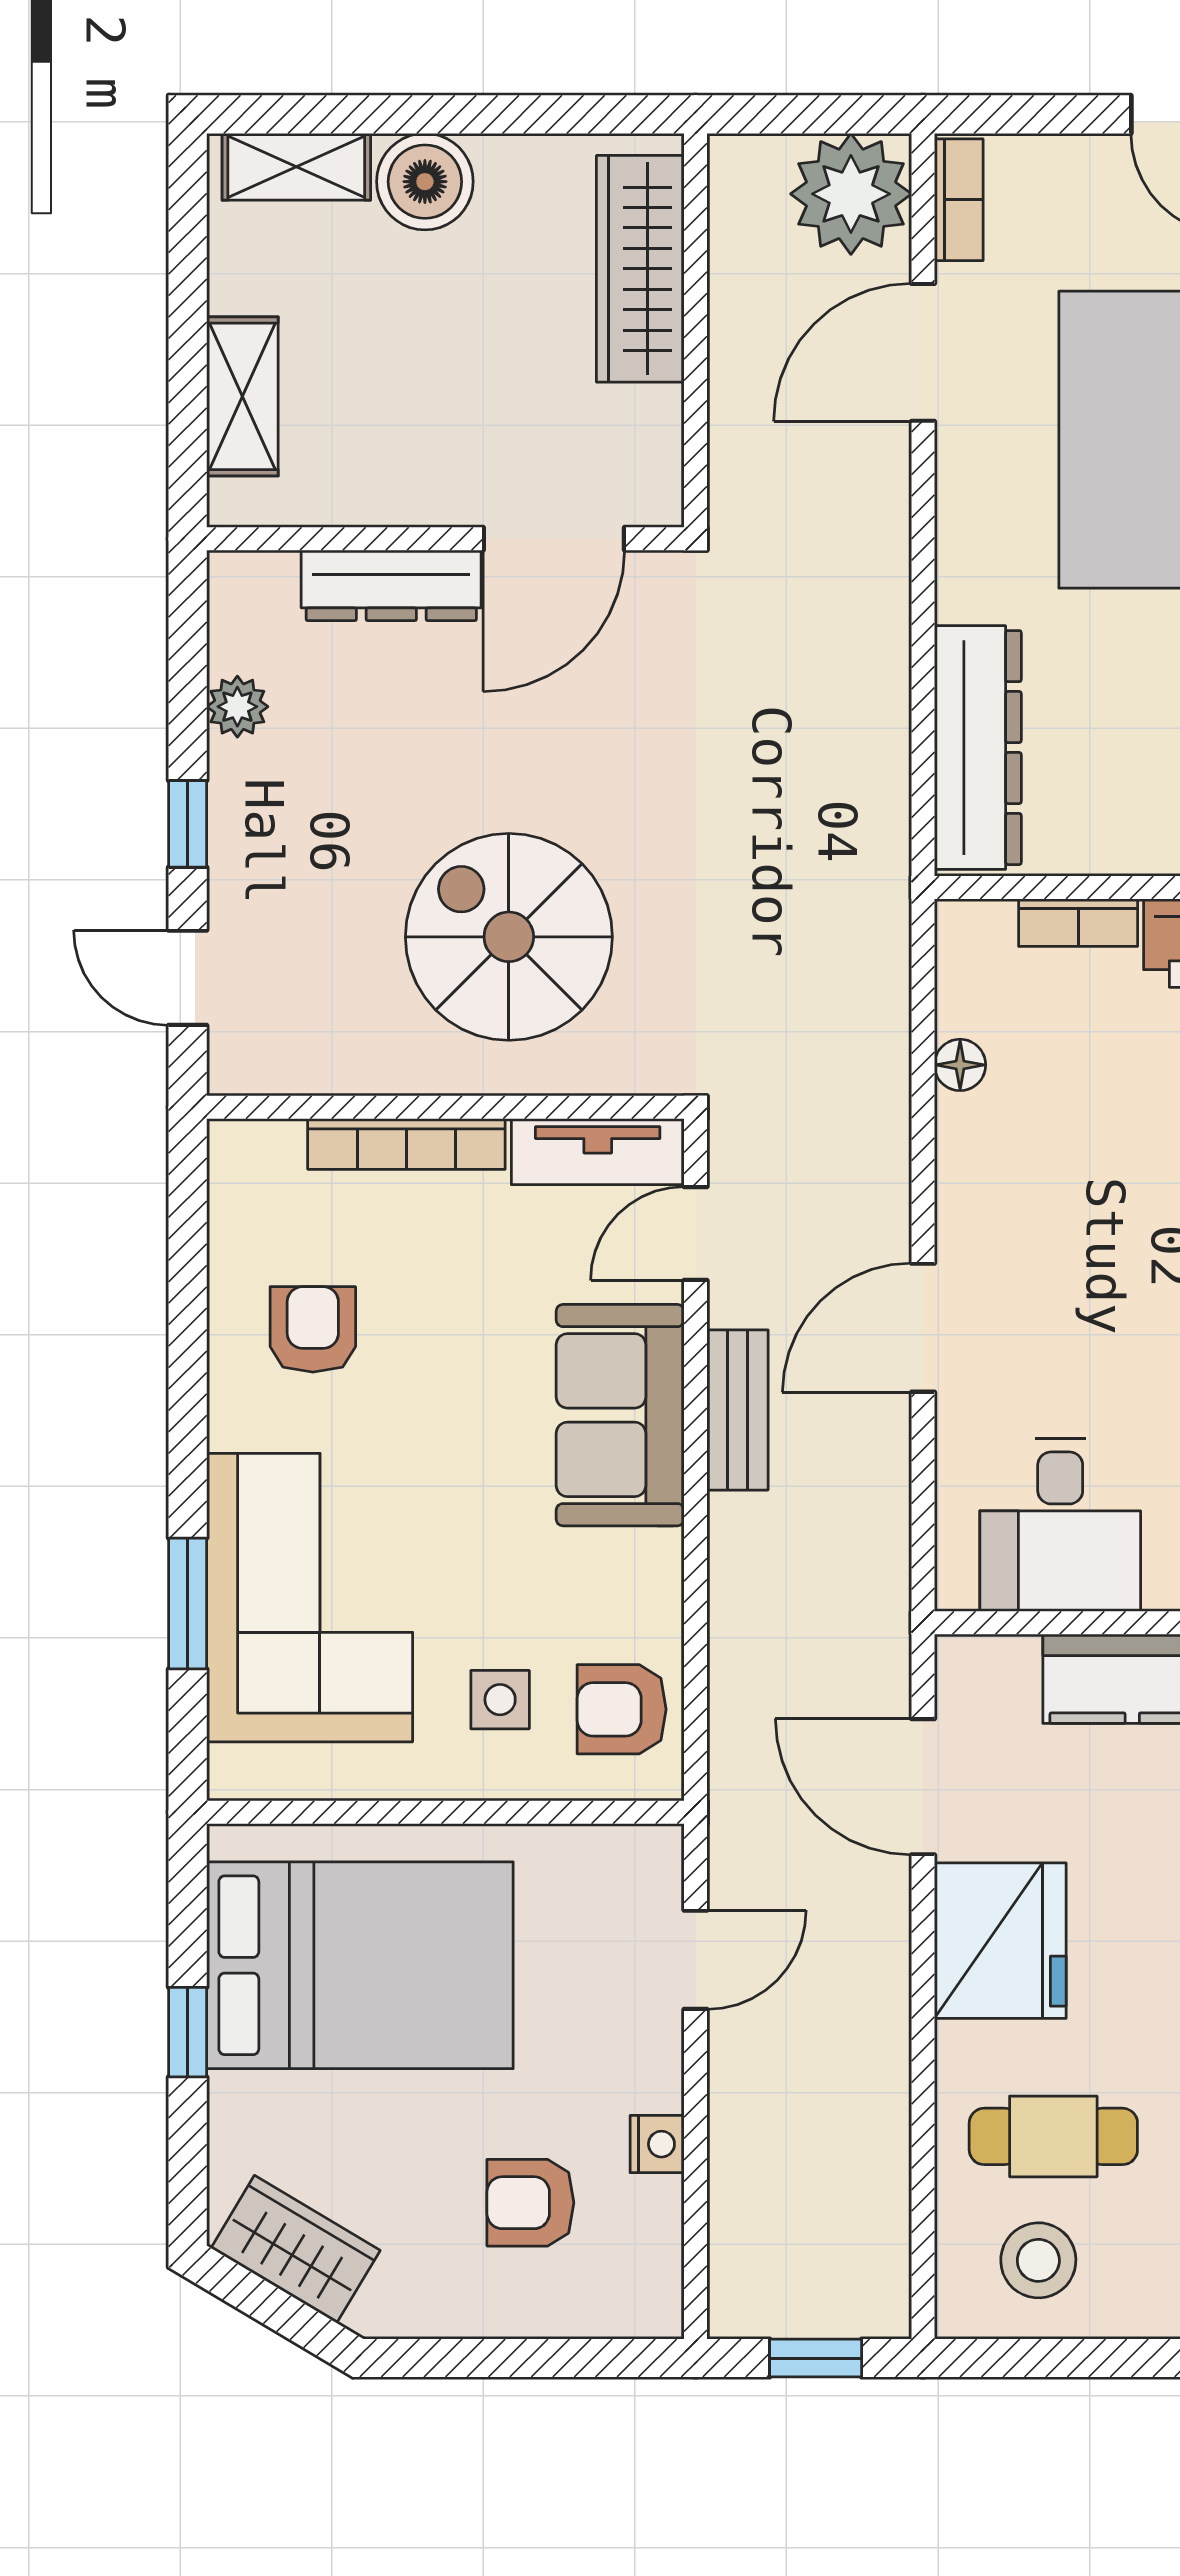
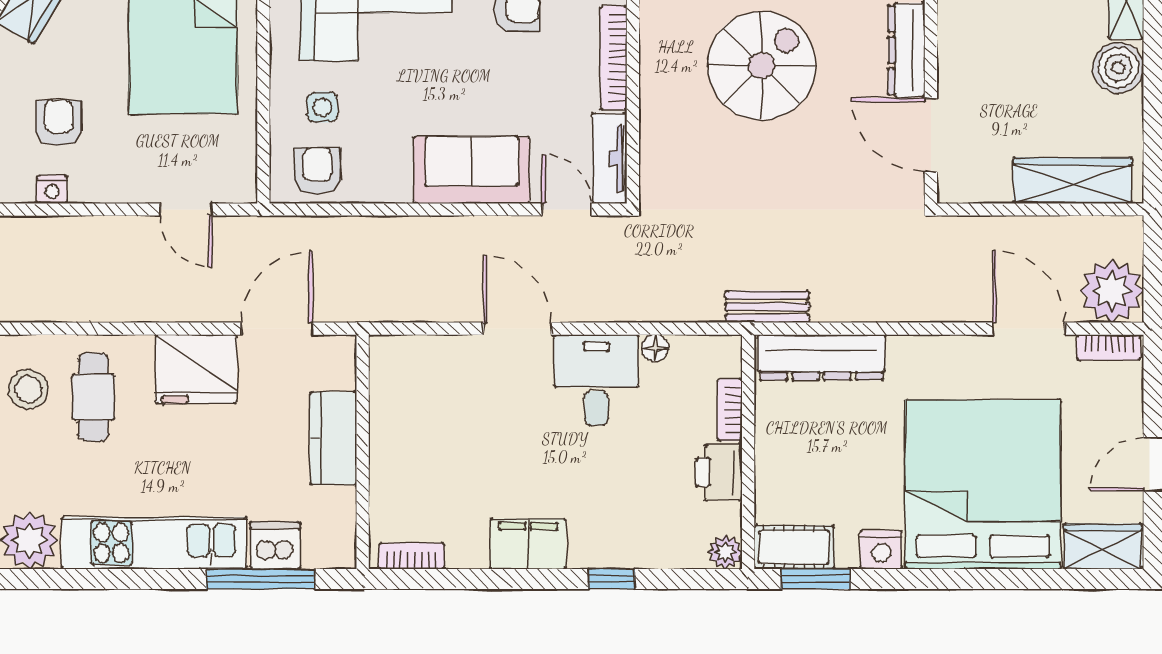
spiral stairs: (509, 937) -> (762, 66), moved
bench: (738, 1410) -> (767, 307), moved
desk: (1060, 1525) -> (596, 380), moved, turned 90
nightstand: (657, 2144) -> (52, 189), moved

